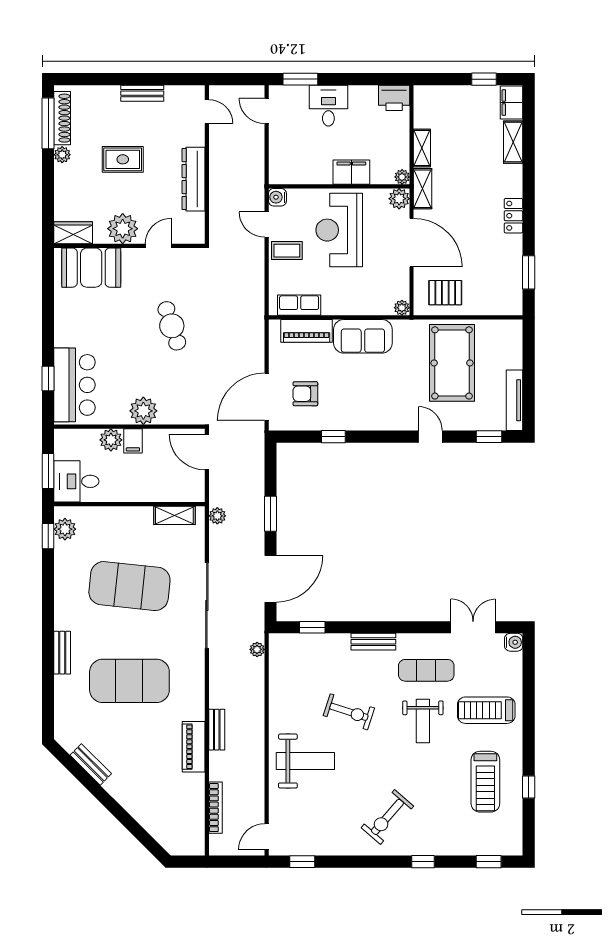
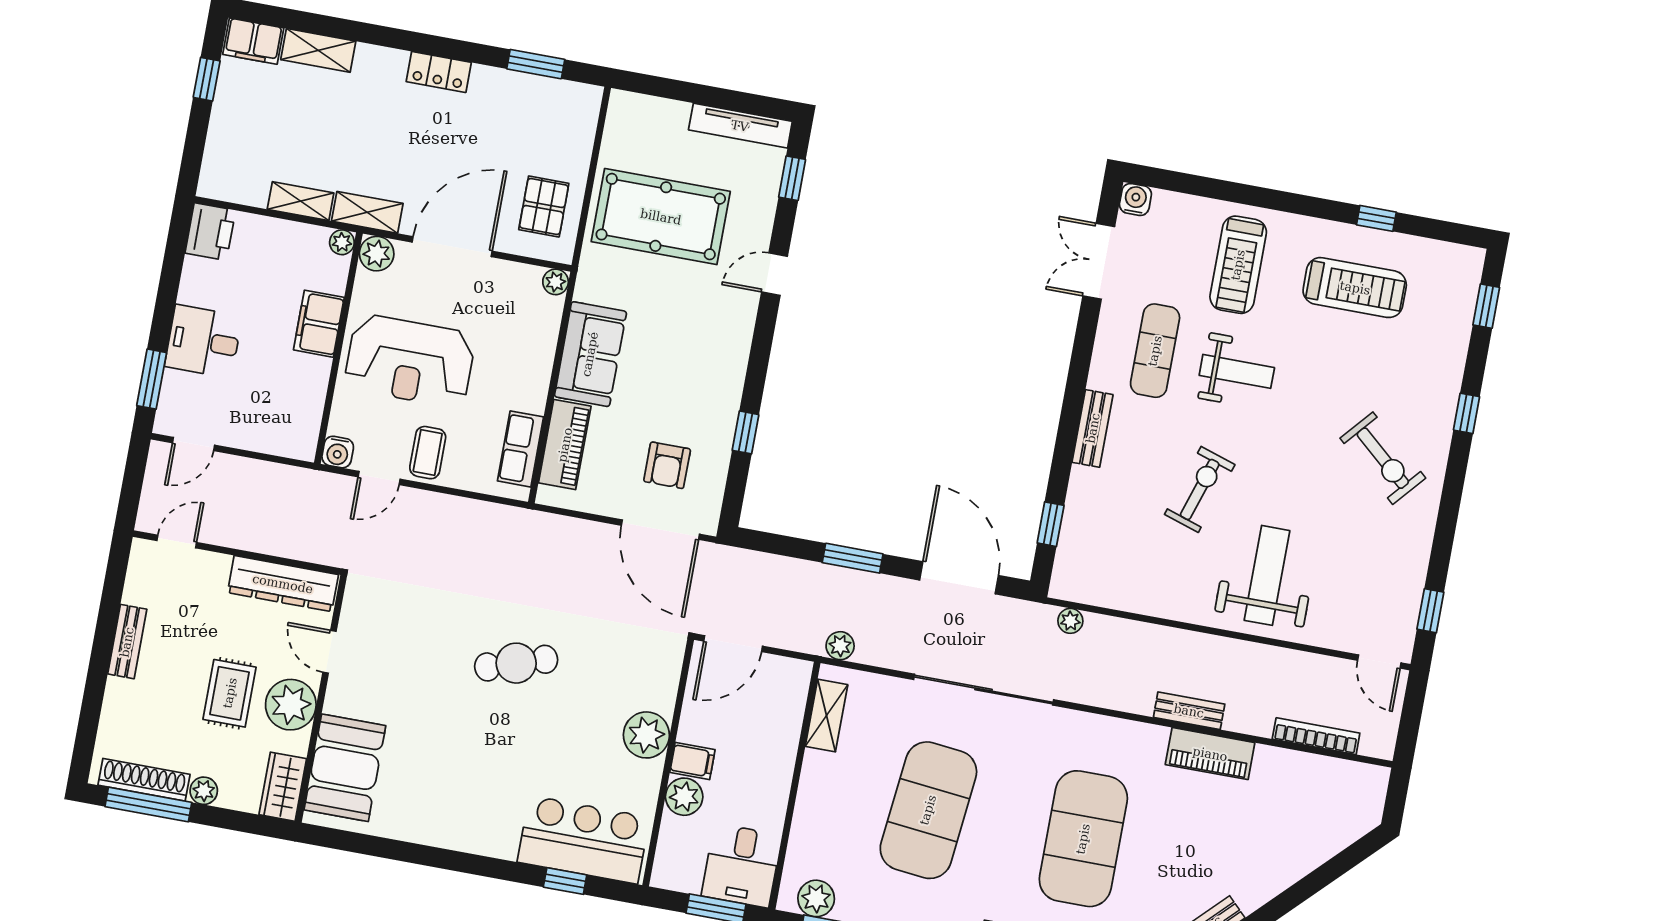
plant: (123, 229) -> (291, 705), moved
wardrobe: (73, 233) -> (283, 787), moved
wall: (129, 246) -> (321, 699), moved
door: (158, 246) -> (330, 652), moved
booth: (91, 268) -> (345, 768), moved

